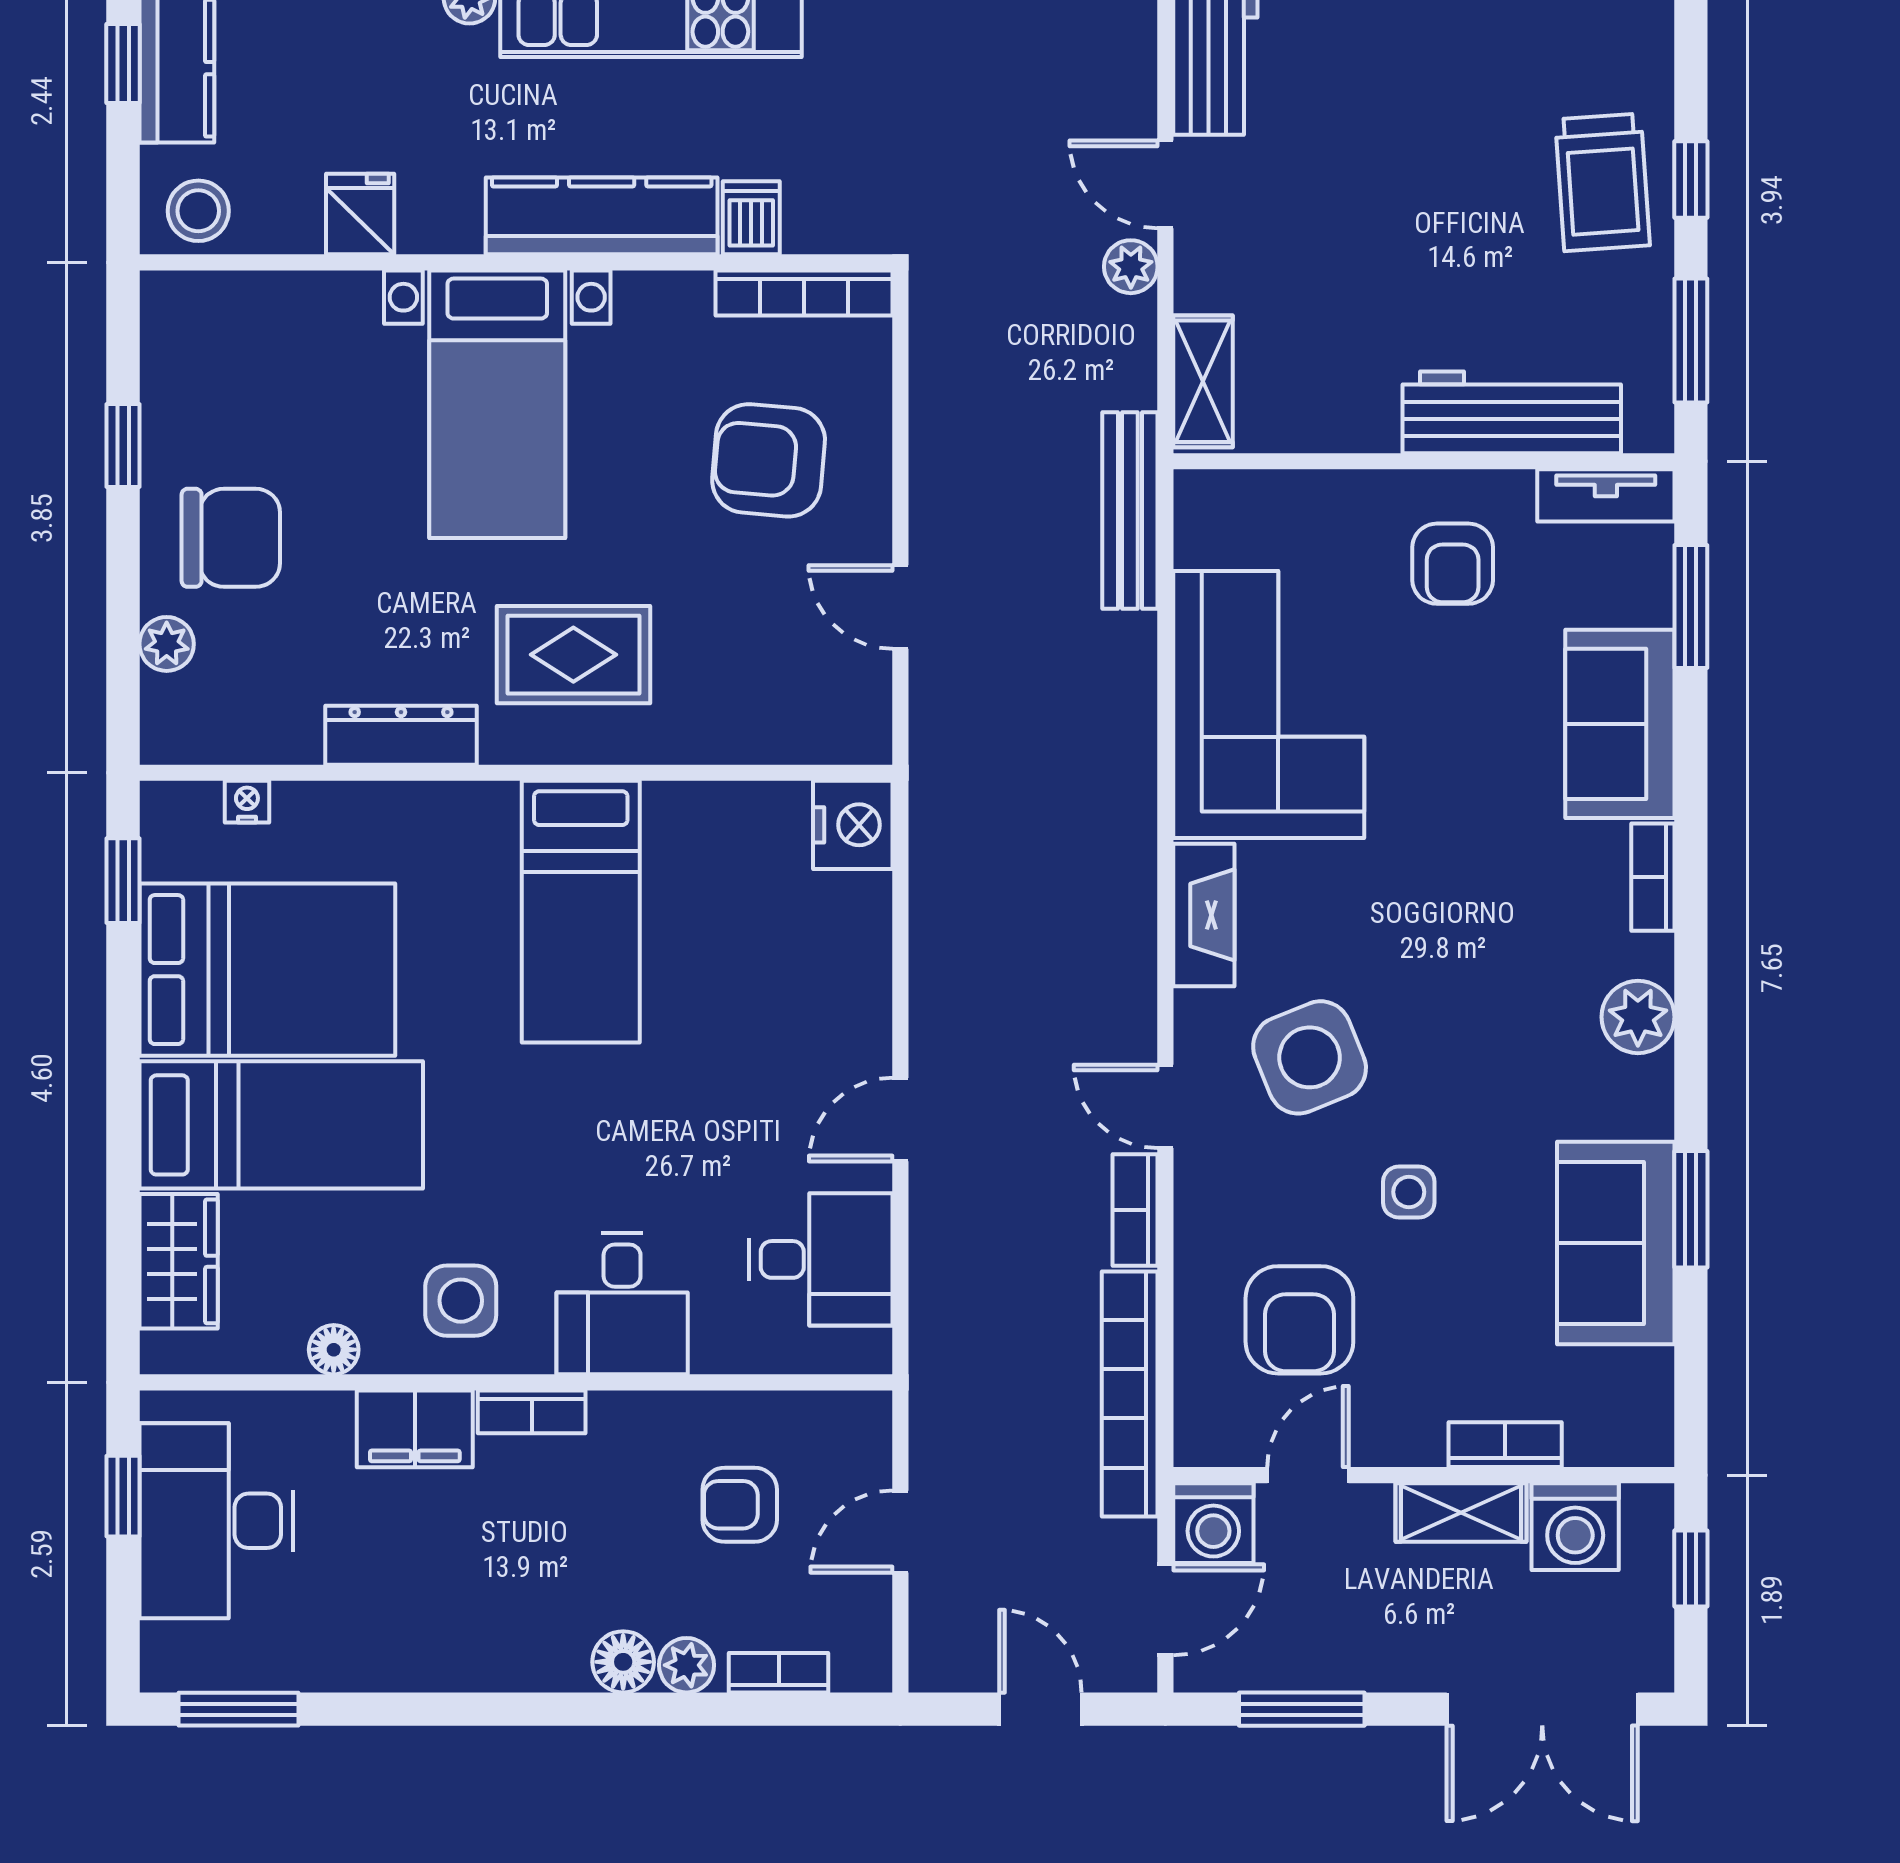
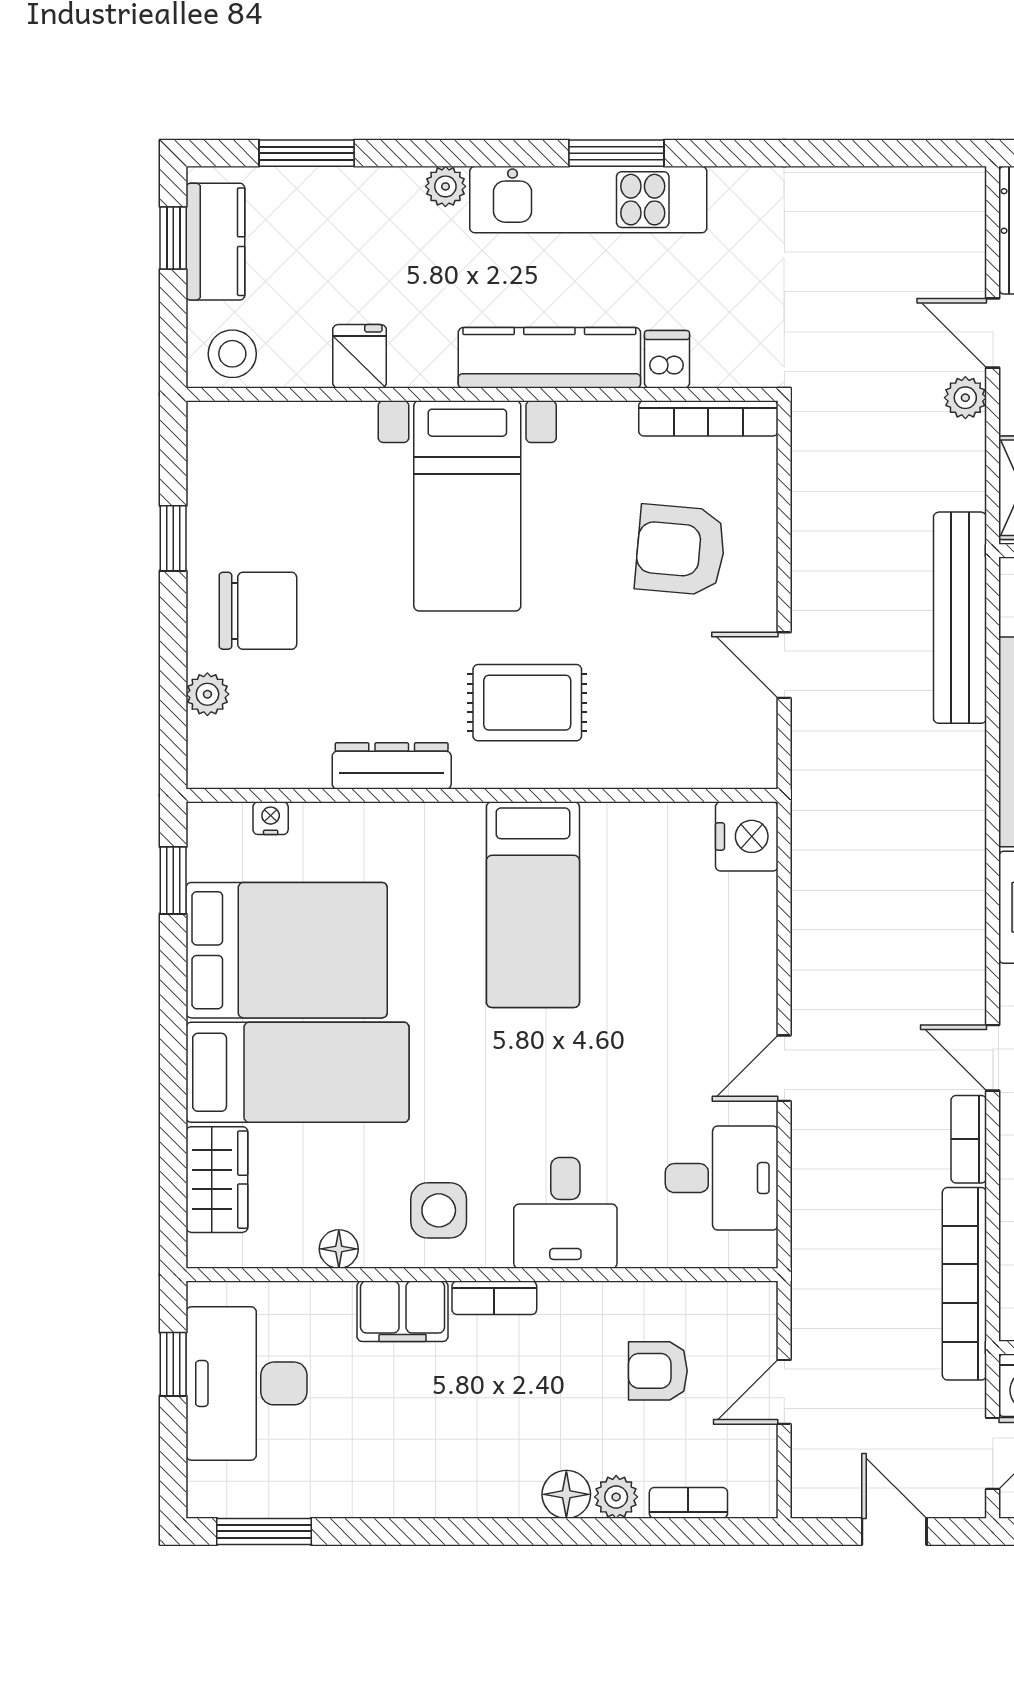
bench: (1130, 511) -> (960, 618), width x1.37, depth x1.21

